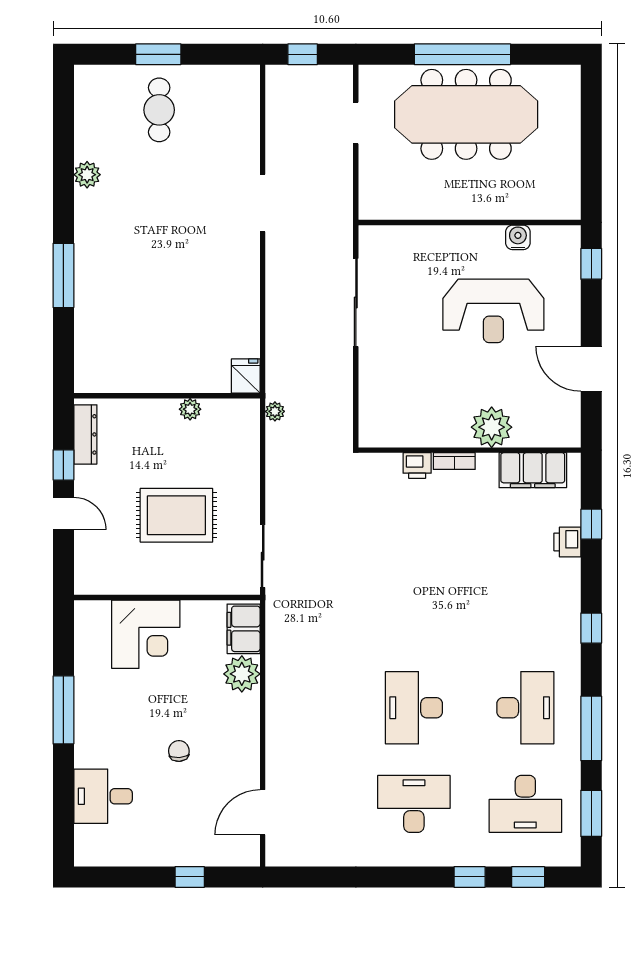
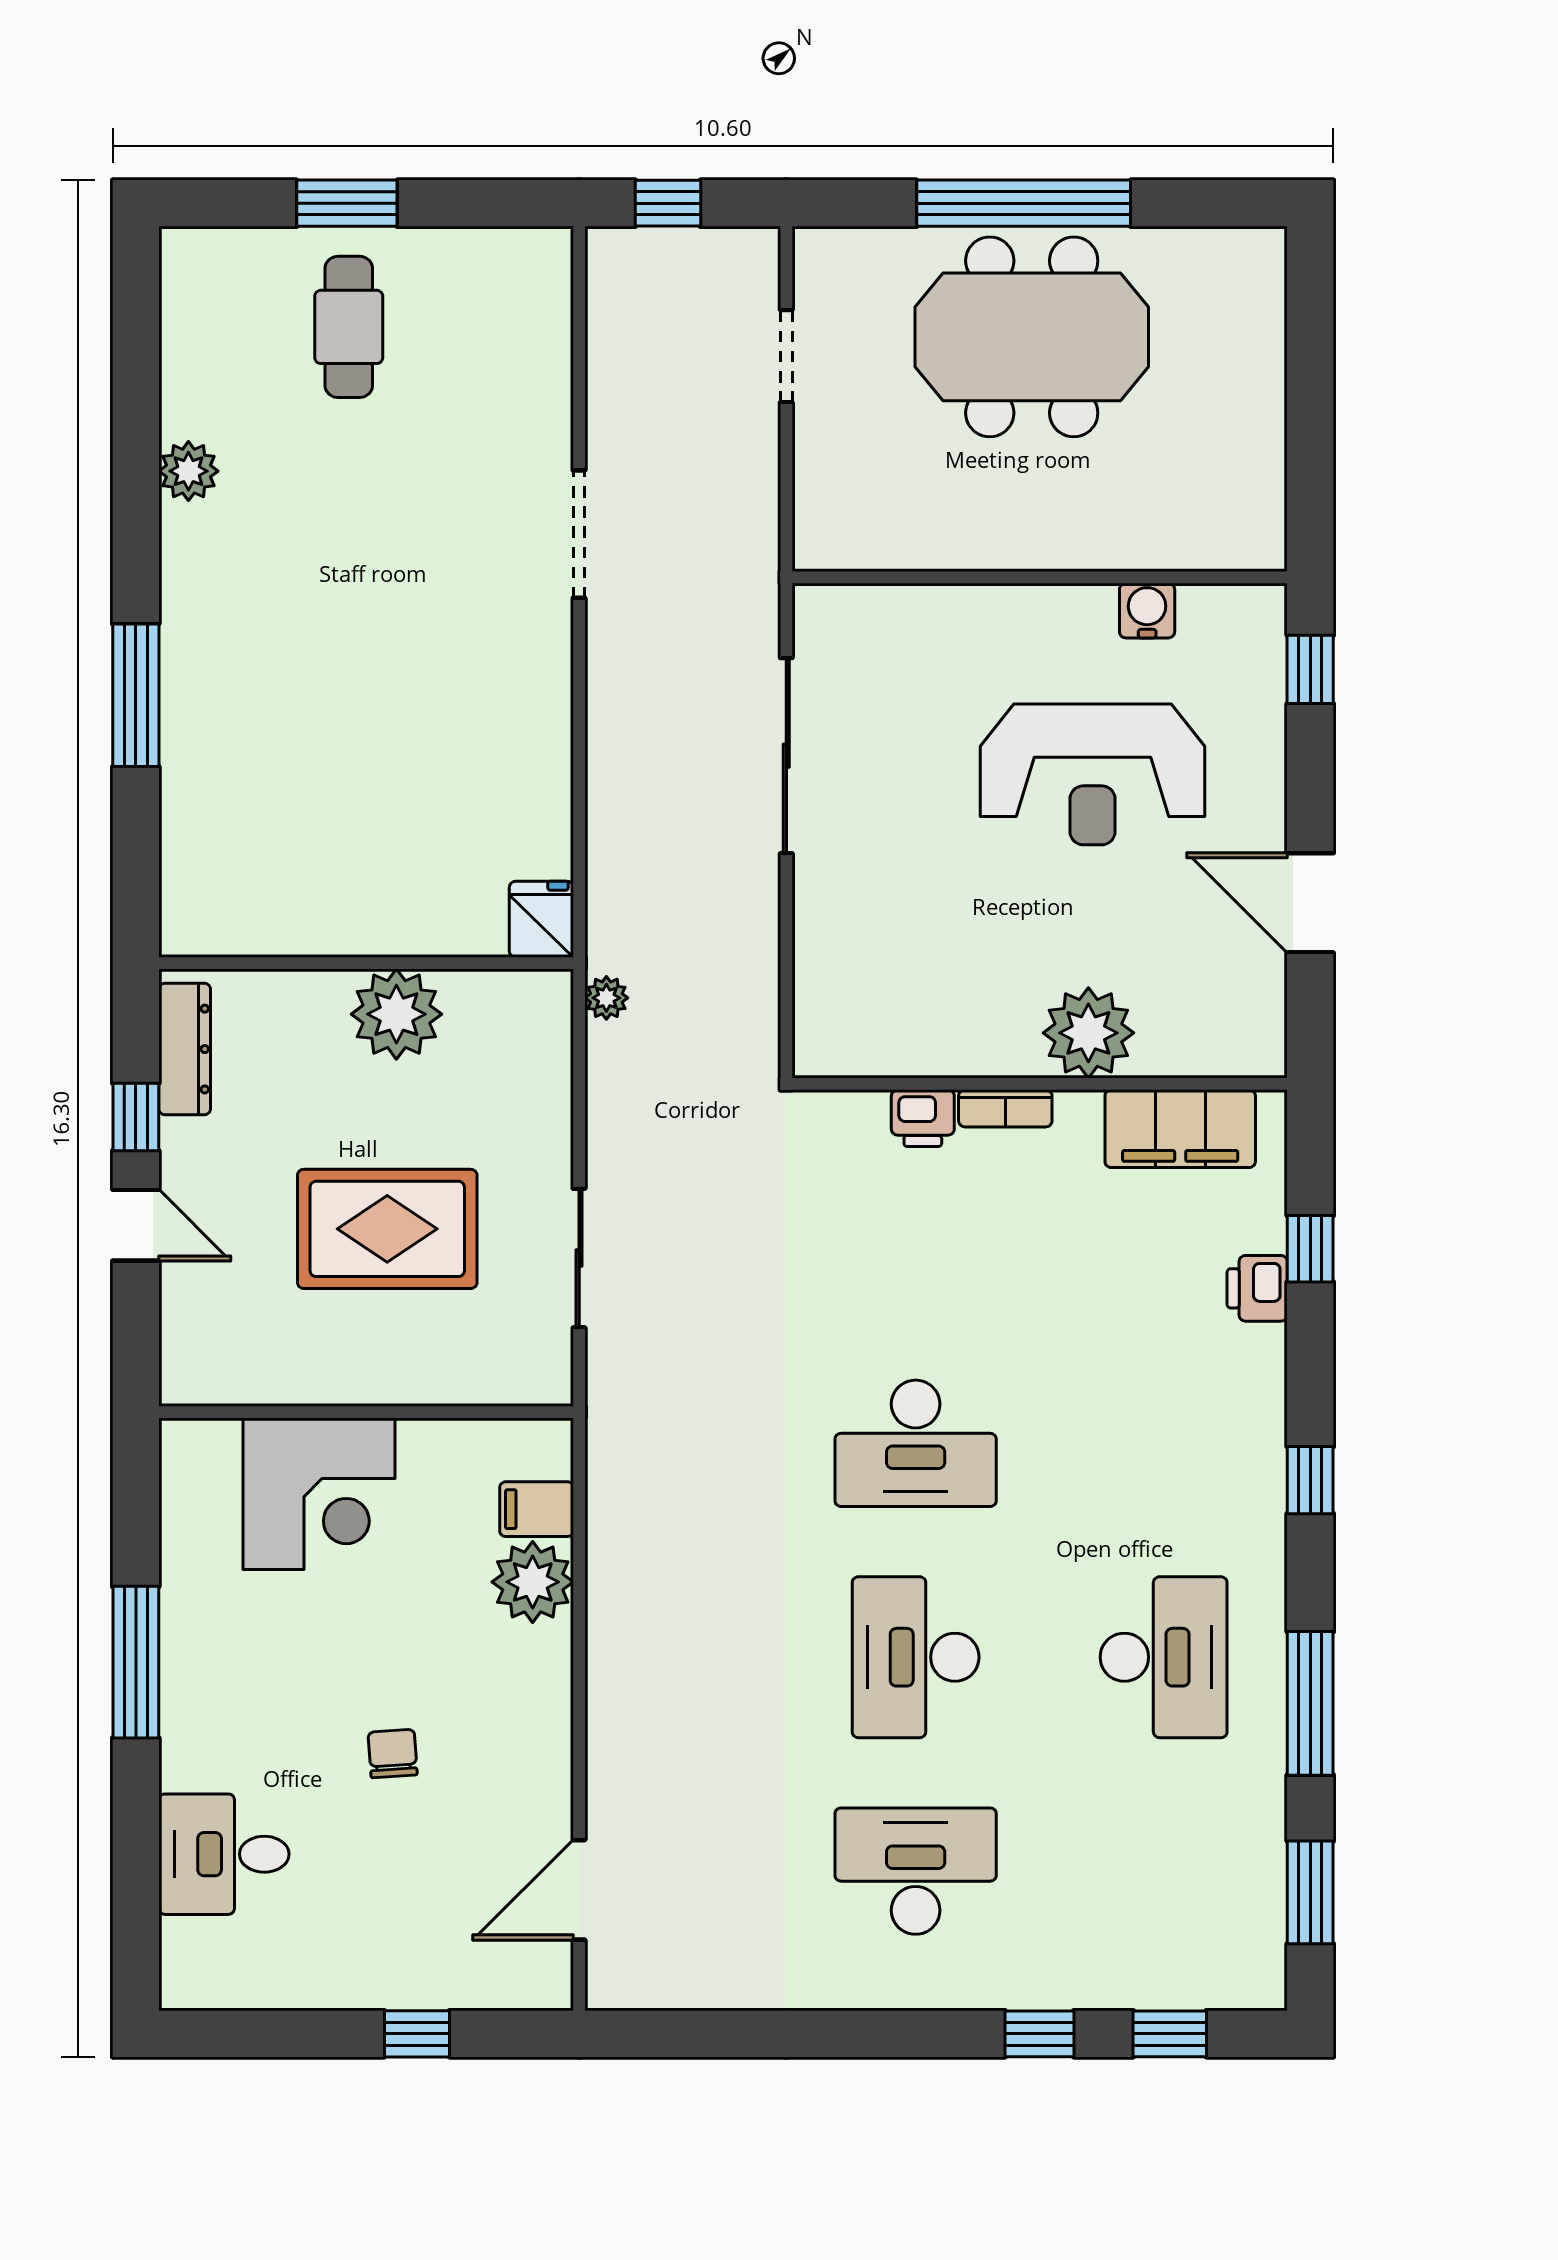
meeting table: (466, 114) -> (1032, 337), width x0.73
plant: (190, 409) -> (396, 1014), width x1.87, depth x1.87
sliding door: (263, 556) -> (579, 1258), moved
filing cabinet: (244, 629) -> (537, 1509), width x0.50
desk: (525, 804) -> (916, 1443), moved

